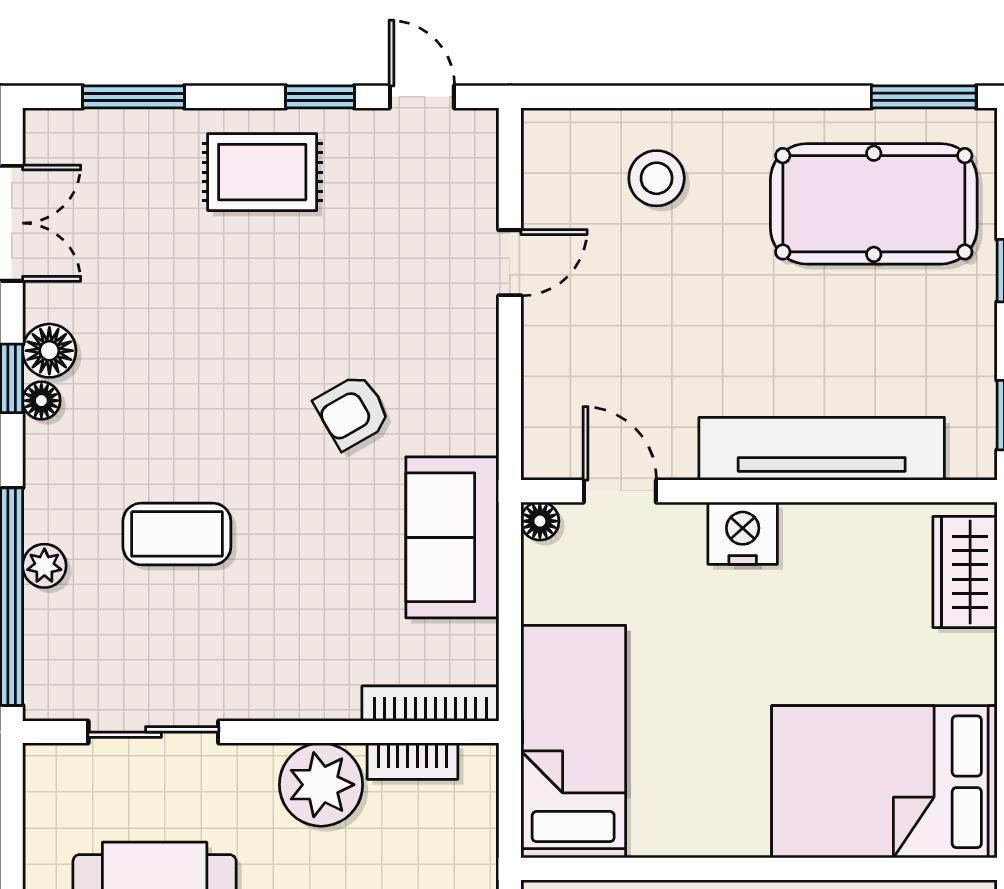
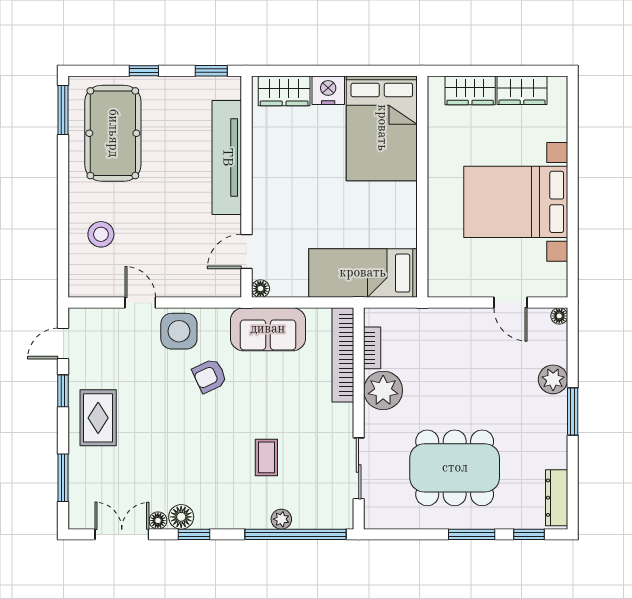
side table: (448, 346) -> (179, 331), added
floor lamp: (41, 401) -> (158, 521), moved
armchair: (352, 412) -> (210, 376), turned 95
nightstand: (743, 533) -> (328, 90), moved, turned 90
coffee table: (177, 534) -> (266, 457), width x0.73, depth x0.77
bookcase: (430, 704) -> (343, 355), width x1.48, depth x1.31

